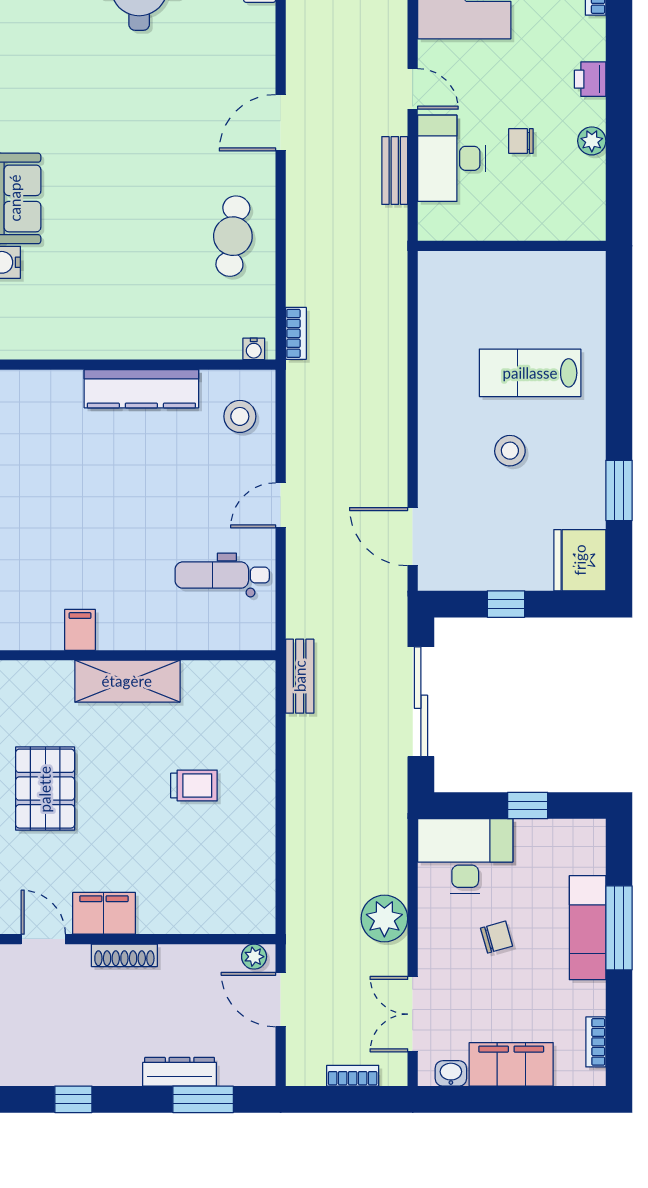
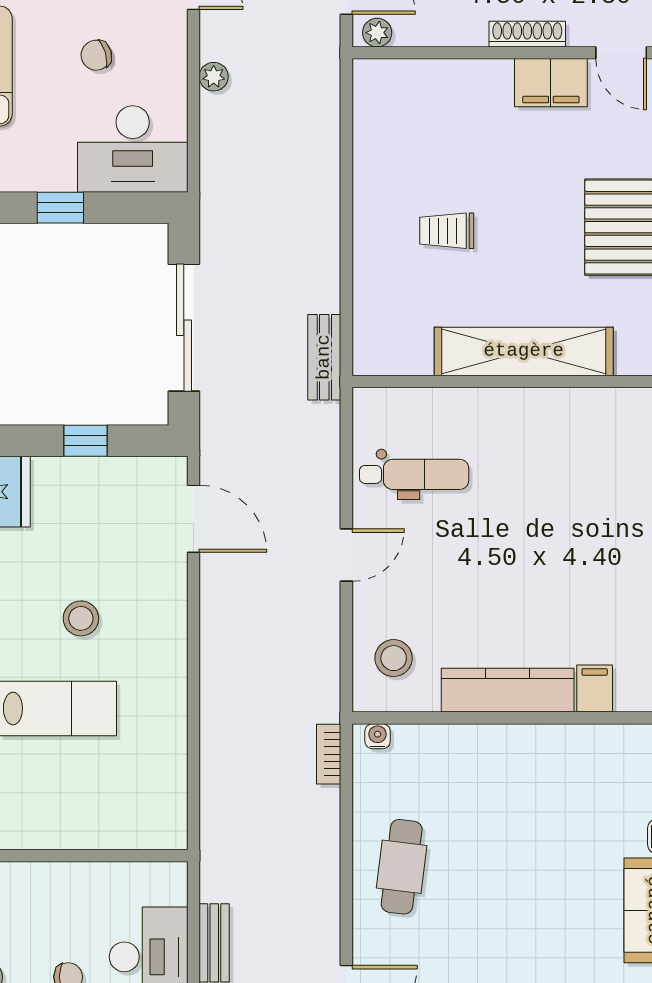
filing cabinet: (80, 630) -> (595, 689), moved, turned 180
shelving: (127, 681) -> (524, 351), width x1.47
plant: (384, 919) -> (214, 77), width x0.53, depth x0.53

